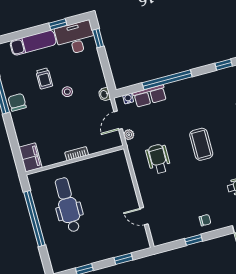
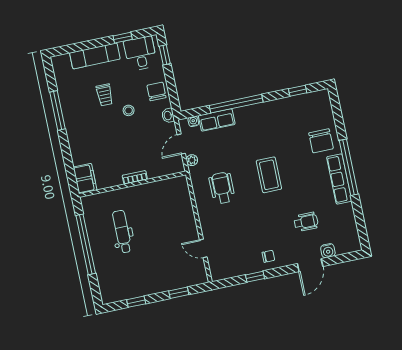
desk: (75, 38) -> (140, 53), width x0.73
chair: (17, 102) -> (156, 91), moved
dental chair: (68, 205) -> (122, 232), width x0.73, depth x0.72

